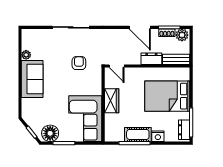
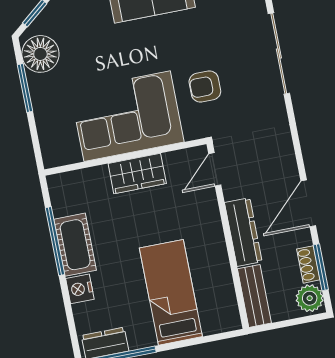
dresser: (151, 59) -> (243, 232), width x1.44
armchair: (79, 63) -> (205, 86), turned 180
bed: (167, 96) -> (171, 292), width x0.67
corner sofa: (85, 119) -> (127, 116), moved

